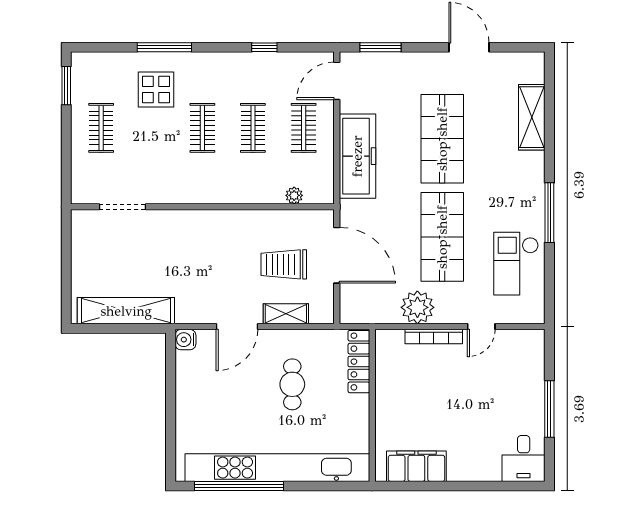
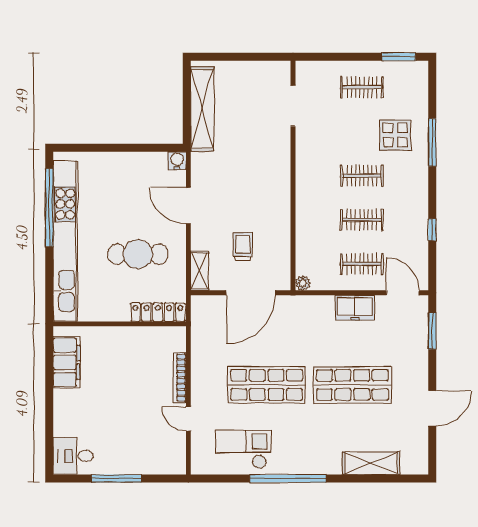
freezer: (357, 156) -> (355, 308), width x0.52, depth x0.79
plant: (294, 195) -> (303, 283), moved
window: (549, 213) -> (288, 478), width x1.46
trolley: (284, 264) -> (243, 247), width x0.73, depth x0.72
plant: (417, 307) -> (205, 363), removed
shelving: (286, 314) -> (200, 271), moved
cafe table: (292, 384) -> (138, 254), width x1.37, depth x1.35

